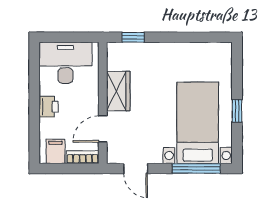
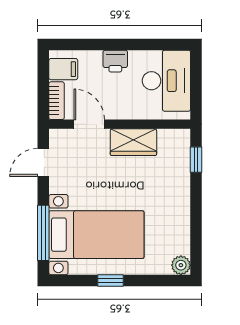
plant: (224, 50) -> (181, 265), added

